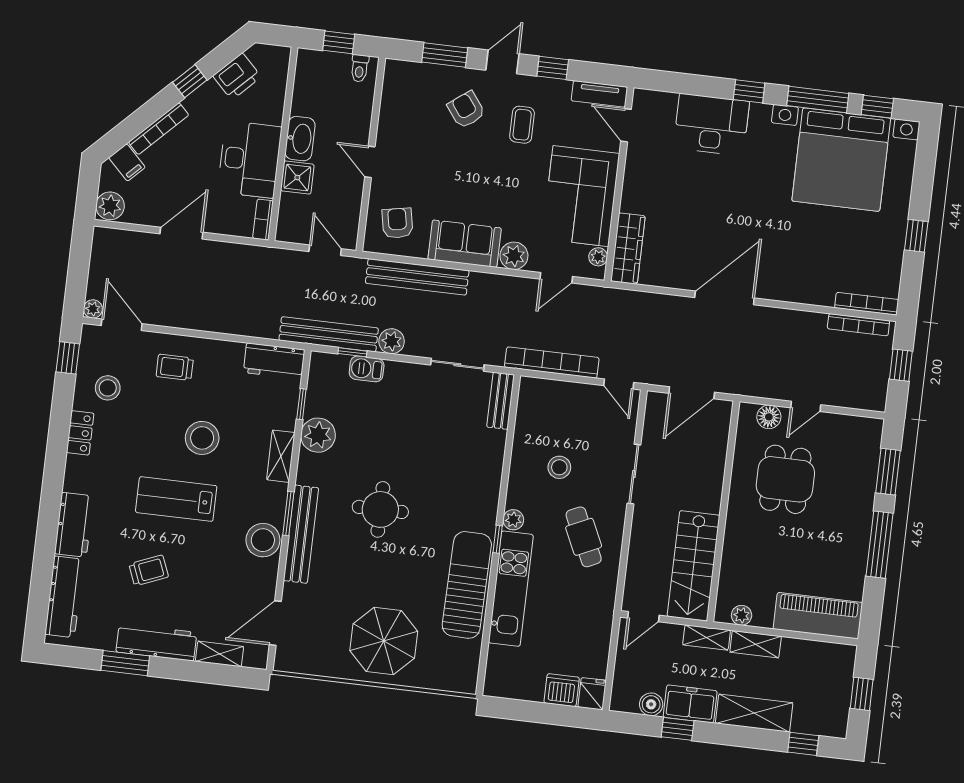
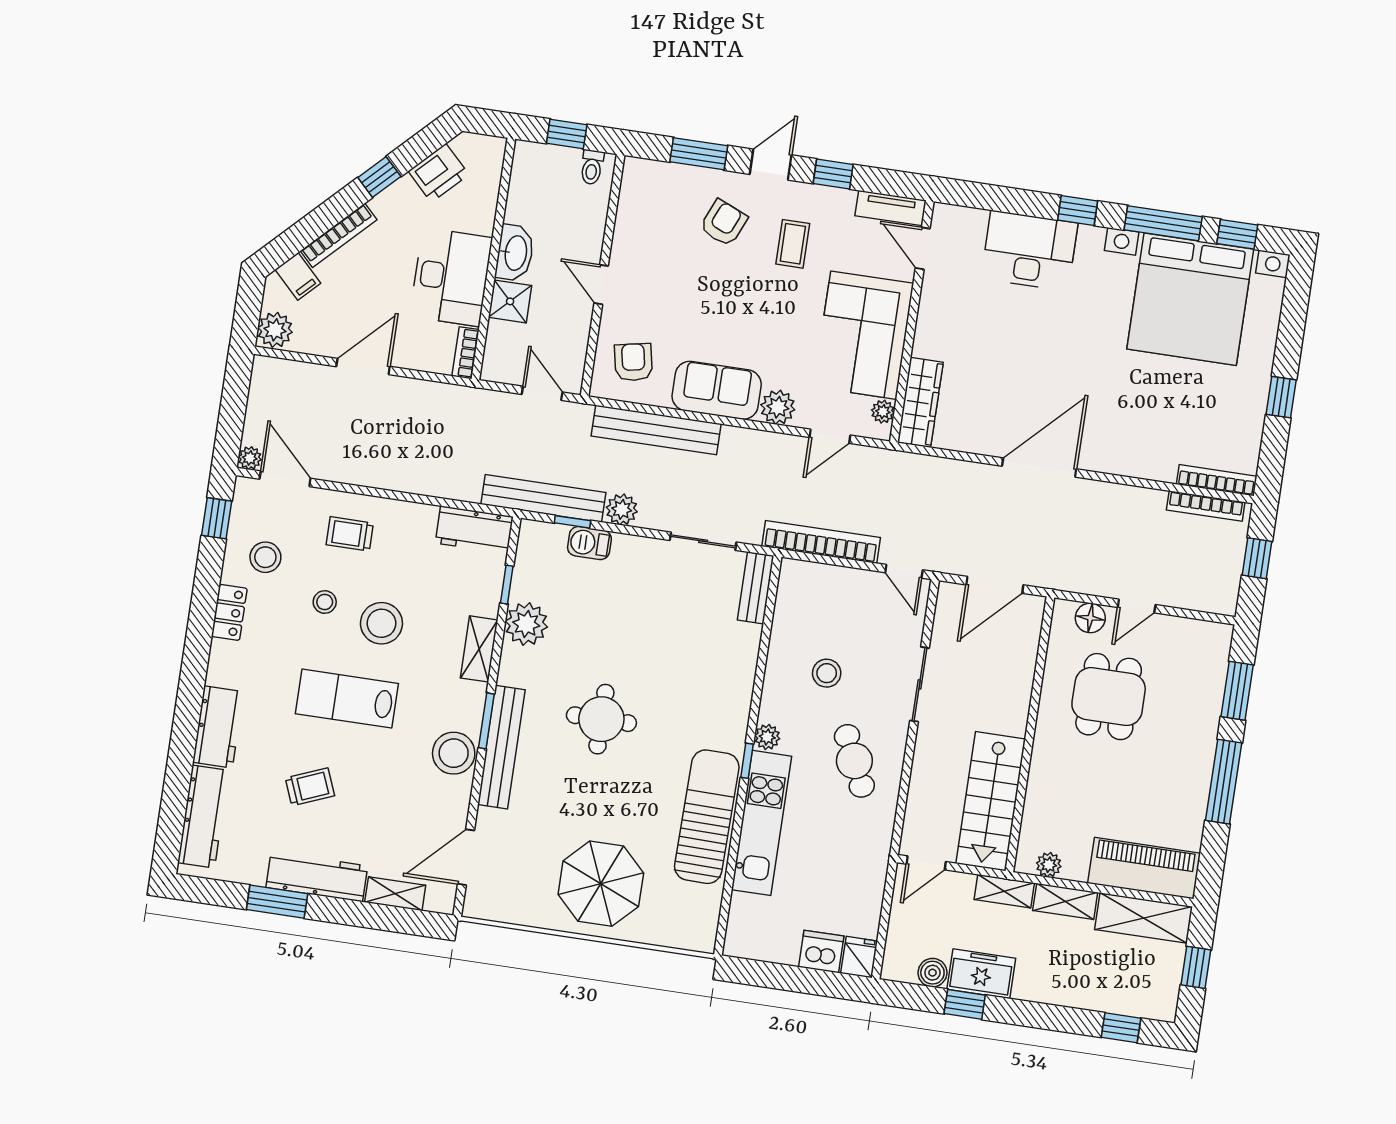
armchair: (466, 110) -> (724, 223), turned 60
stool: (156, 422) -> (325, 602), added
shelving: (754, 713) -> (1144, 918), moved

